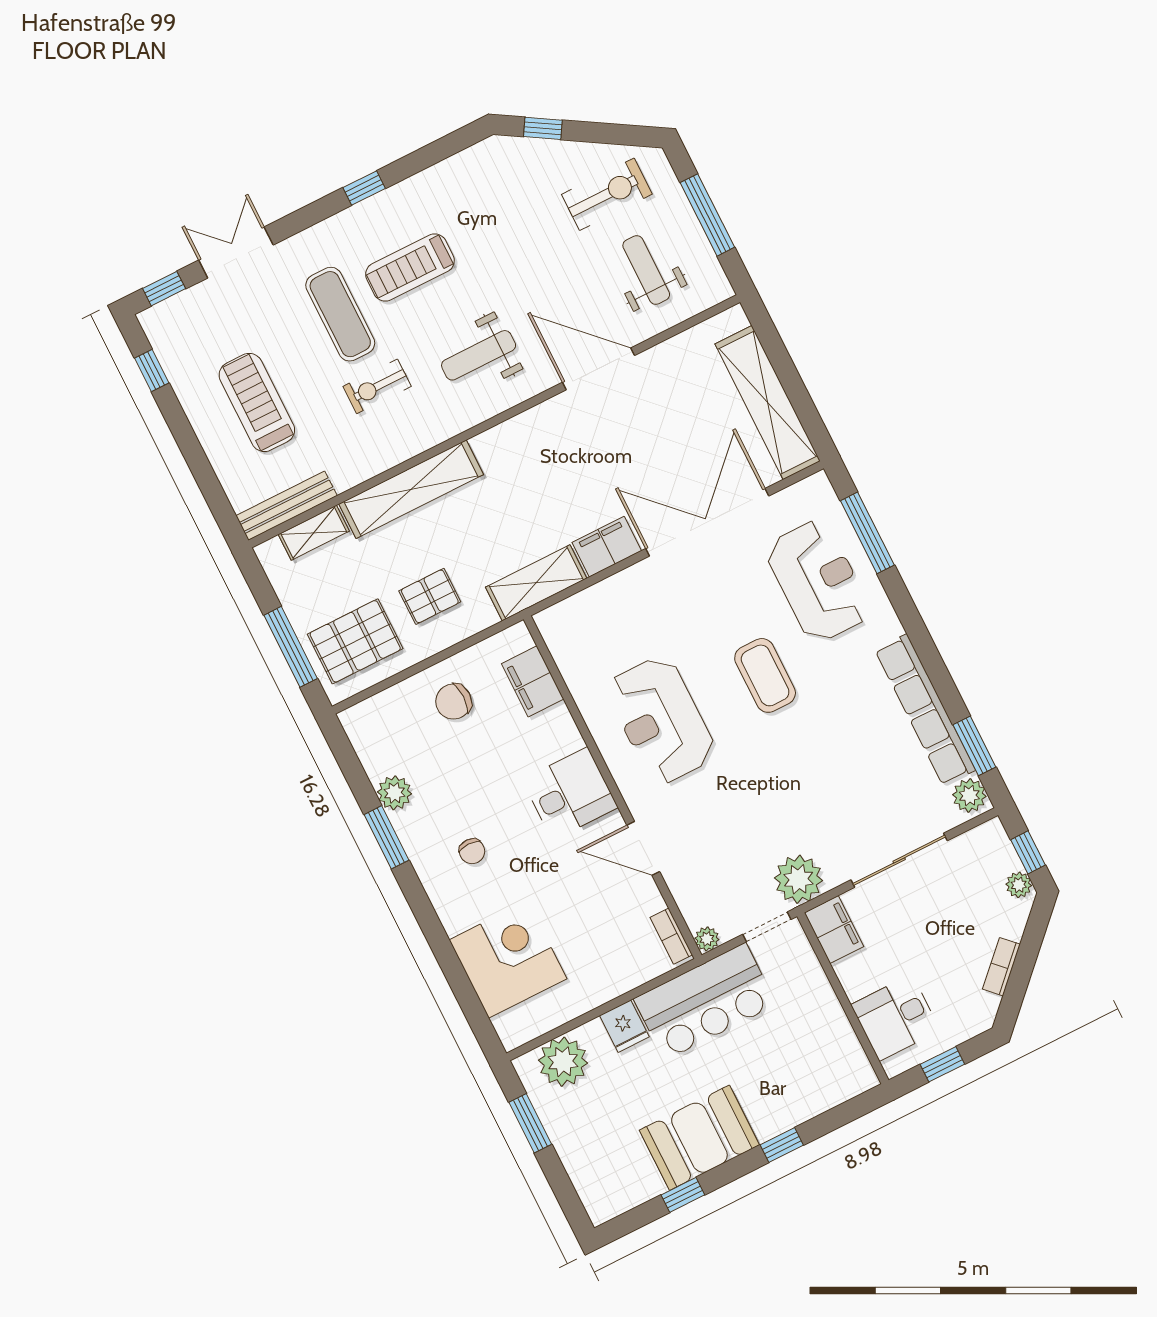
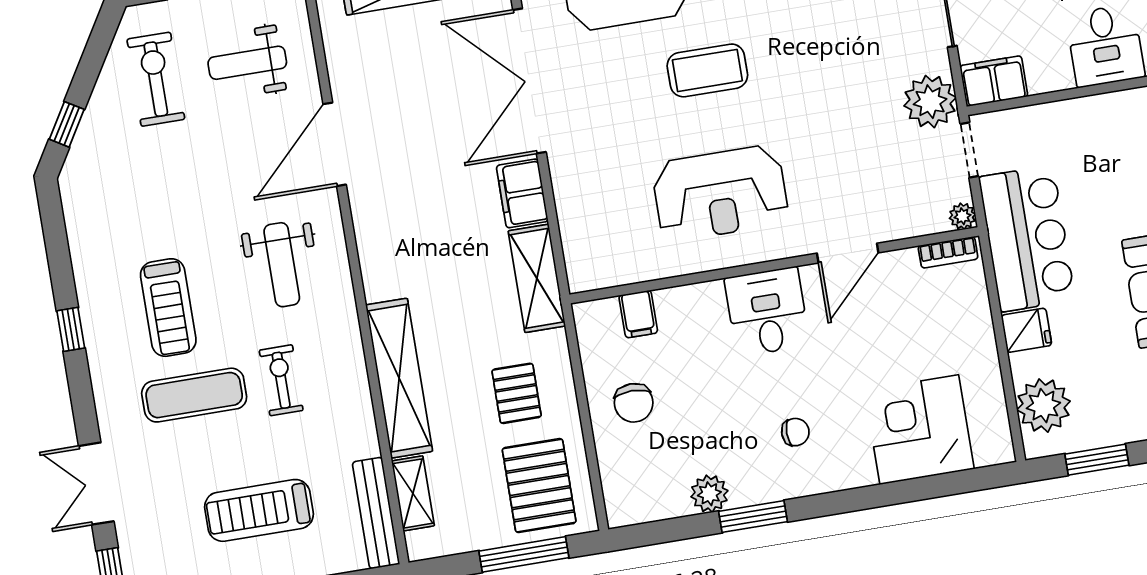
exercise bike: (377, 386) -> (281, 380), turned 180
filing cabinet: (533, 681) -> (638, 314), width x0.50

